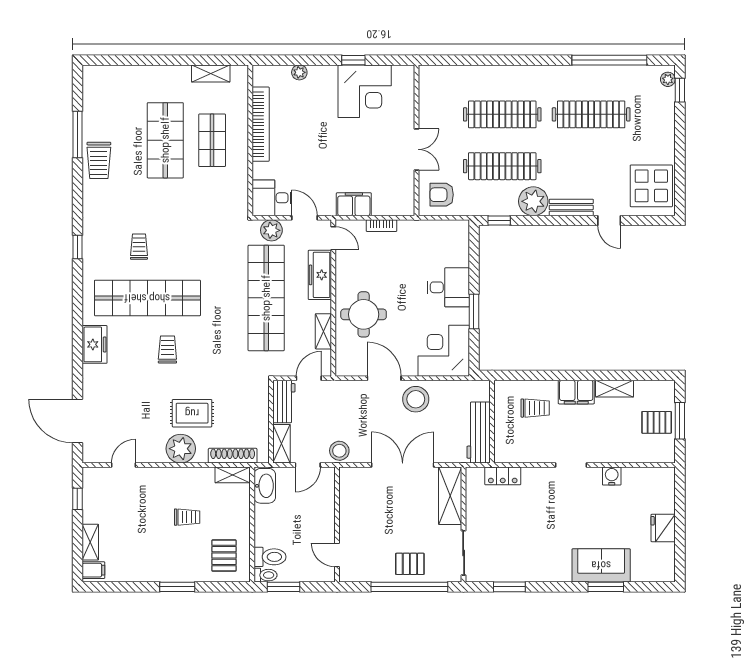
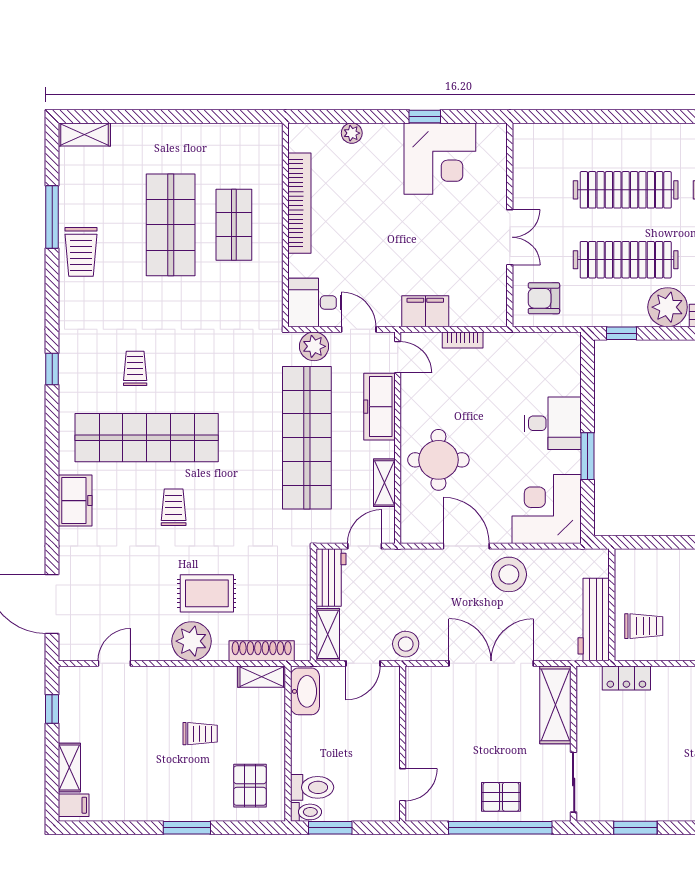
shelving: (211, 73) -> (84, 134), moved
trolley: (535, 408) -> (644, 626), moved
door: (337, 555) -> (403, 785), swing flipped

